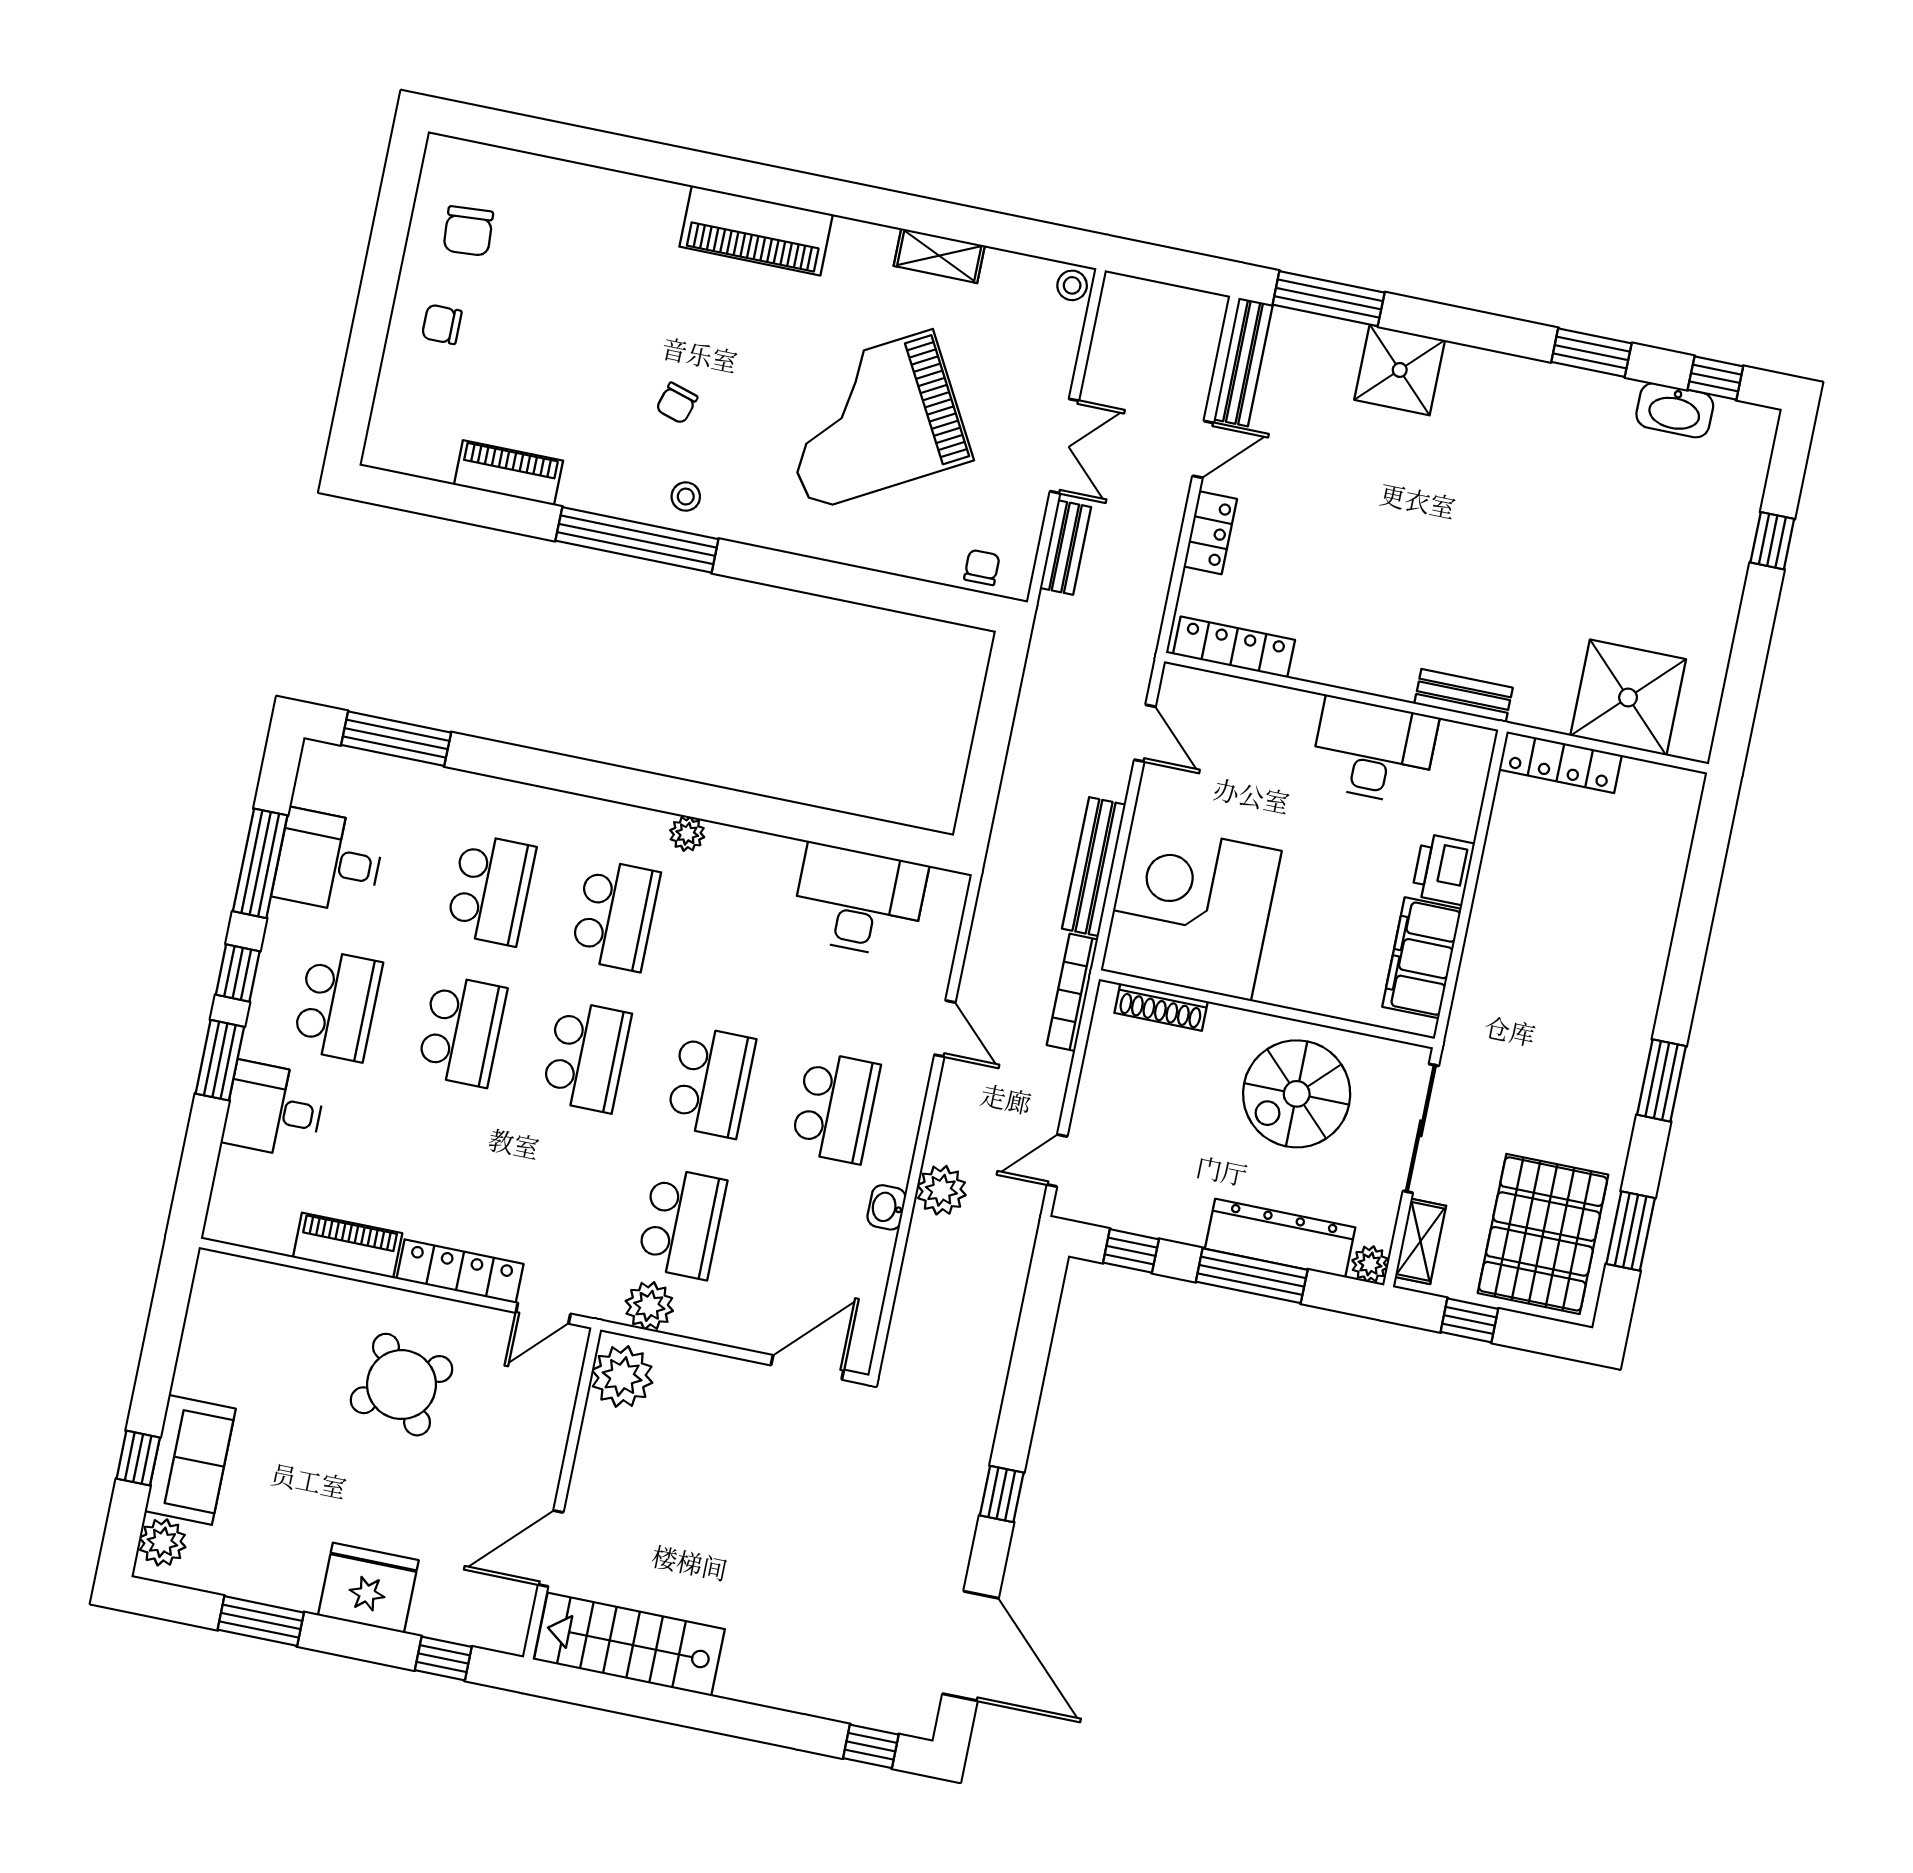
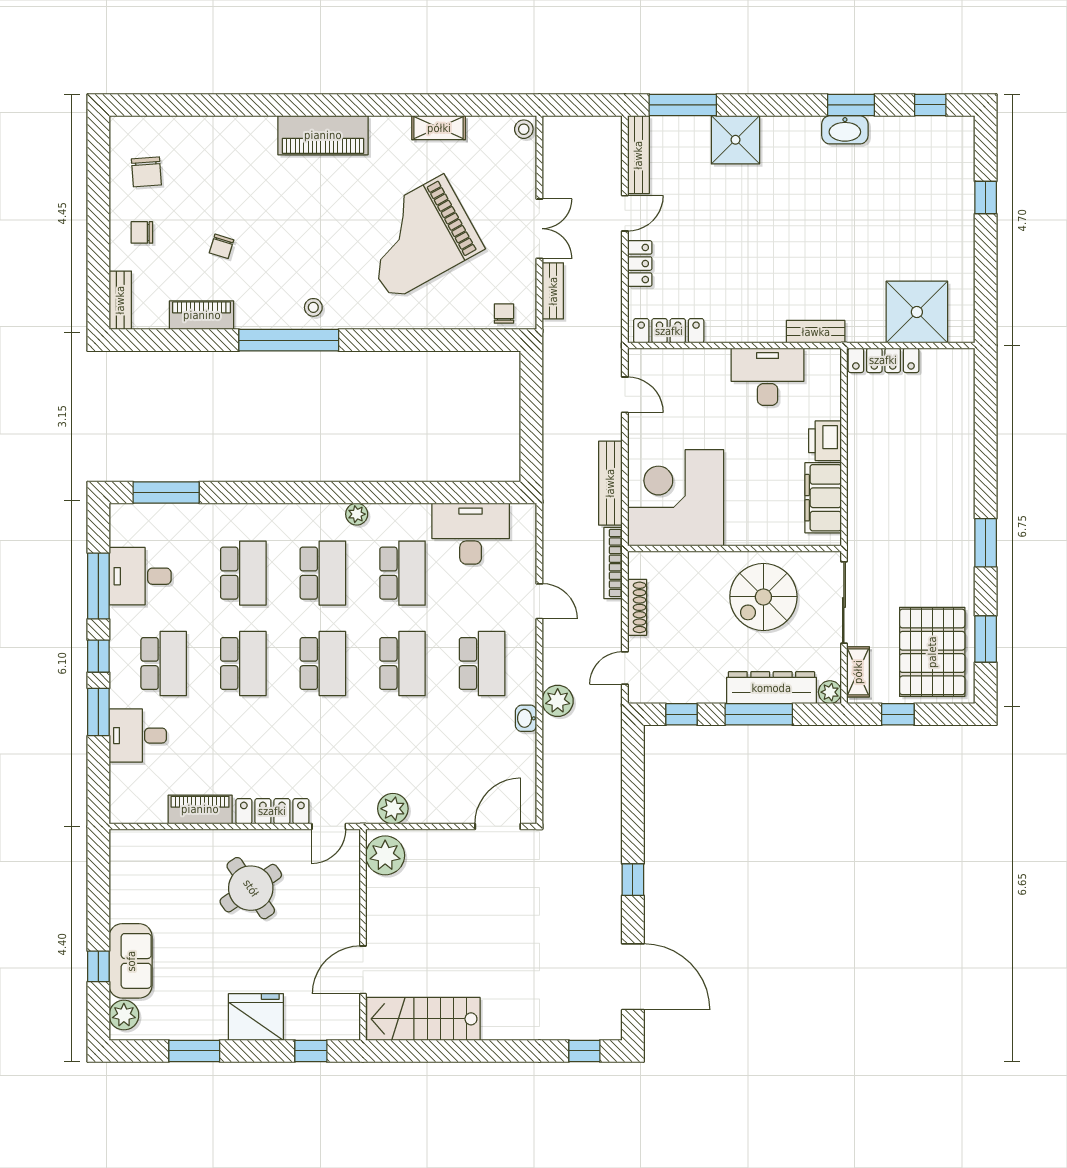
chair: (677, 403) -> (222, 246), moved
washbasin: (1675, 410) -> (845, 130), moved
bench: (386, 423) -> (120, 300), added
shoe rack: (1161, 1007) -> (637, 607), moved, turned -90
school desk: (682, 1223) -> (402, 573), moved

